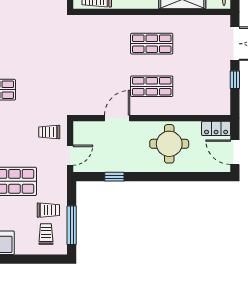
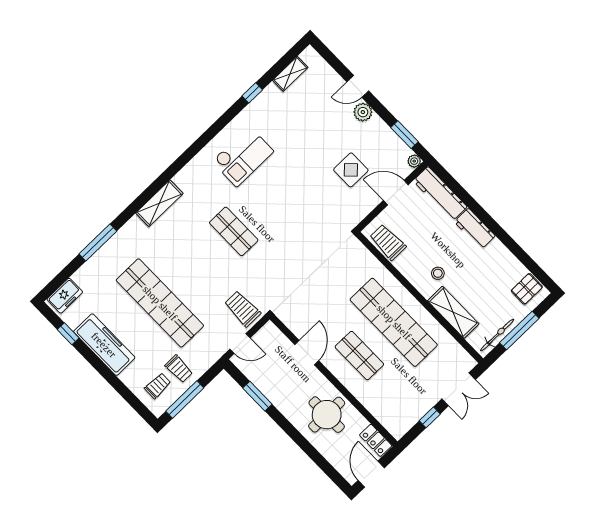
shop shelf: (152, 44) -> (394, 322), width x2.00, depth x1.36
door: (117, 118) -> (307, 353), hinge flipped
trolley: (49, 132) -> (242, 309), width x1.36, depth x1.39
window: (114, 177) -> (257, 396), width x1.50

